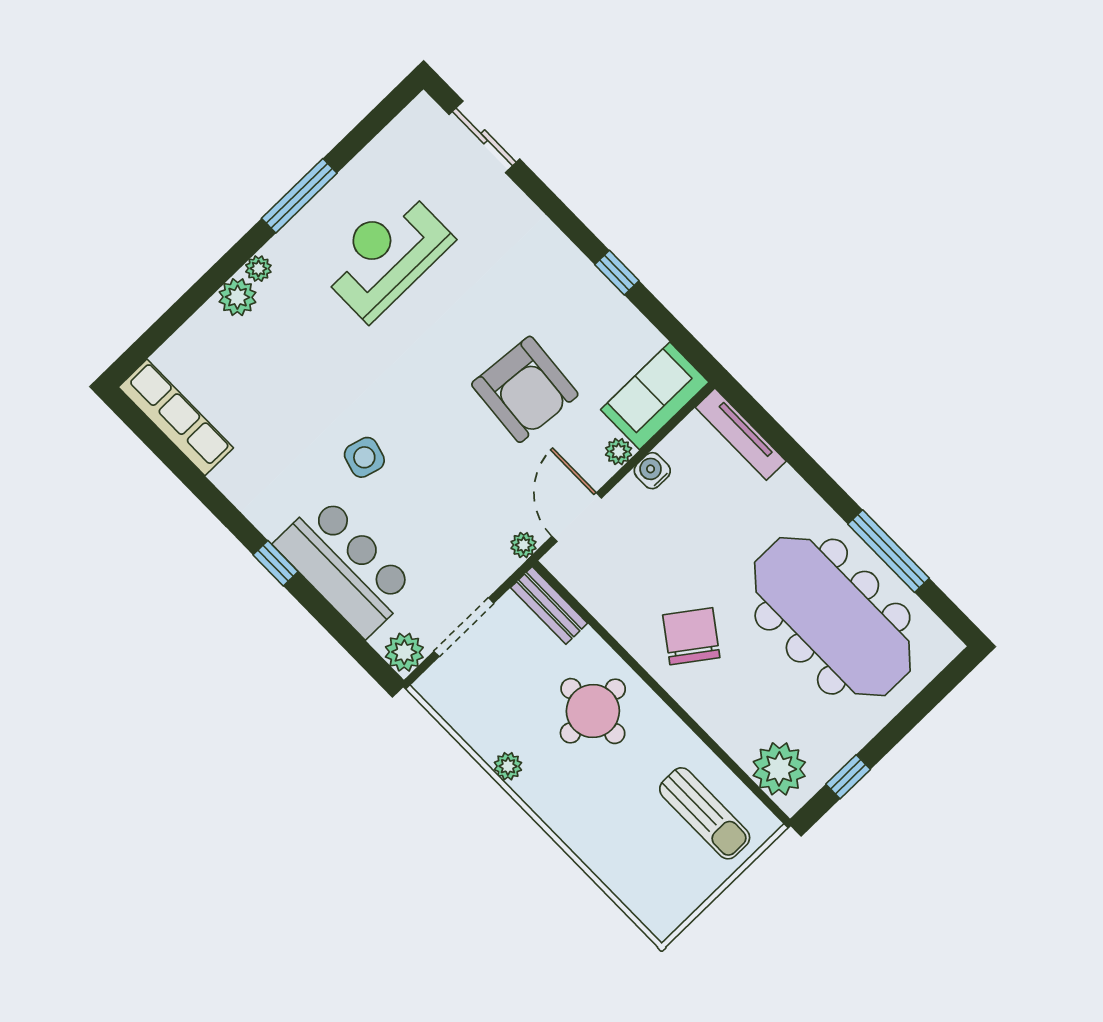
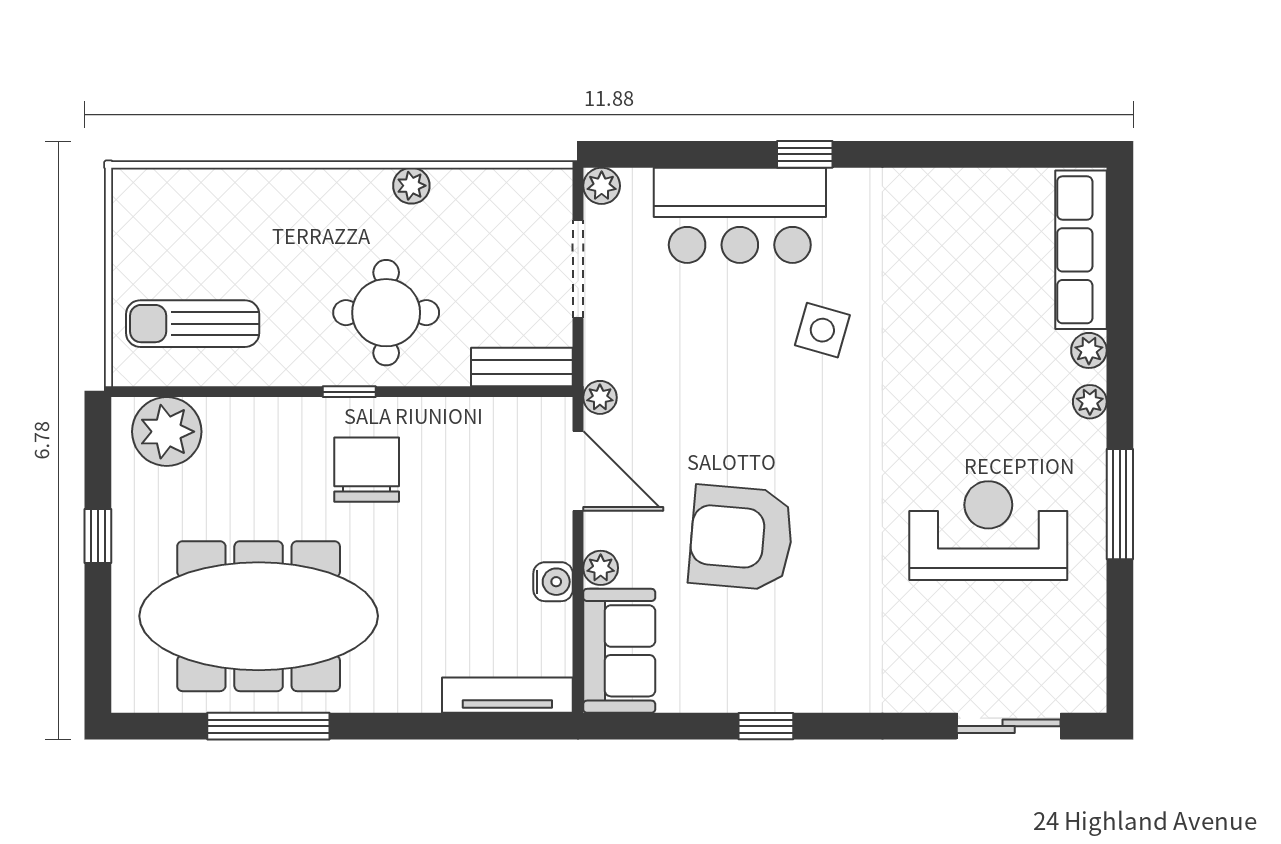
reception desk: (386, 255) -> (988, 531), turned -90
plant: (238, 297) -> (1089, 350), width x0.73, depth x0.73
row of seats: (176, 417) -> (1081, 250), moved, turned 90
chair: (691, 636) -> (367, 470), turned -126
plant: (404, 652) -> (602, 186), width x0.73, depth x0.73
window: (657, 689) -> (349, 392), added
window: (848, 777) -> (98, 536), moved

